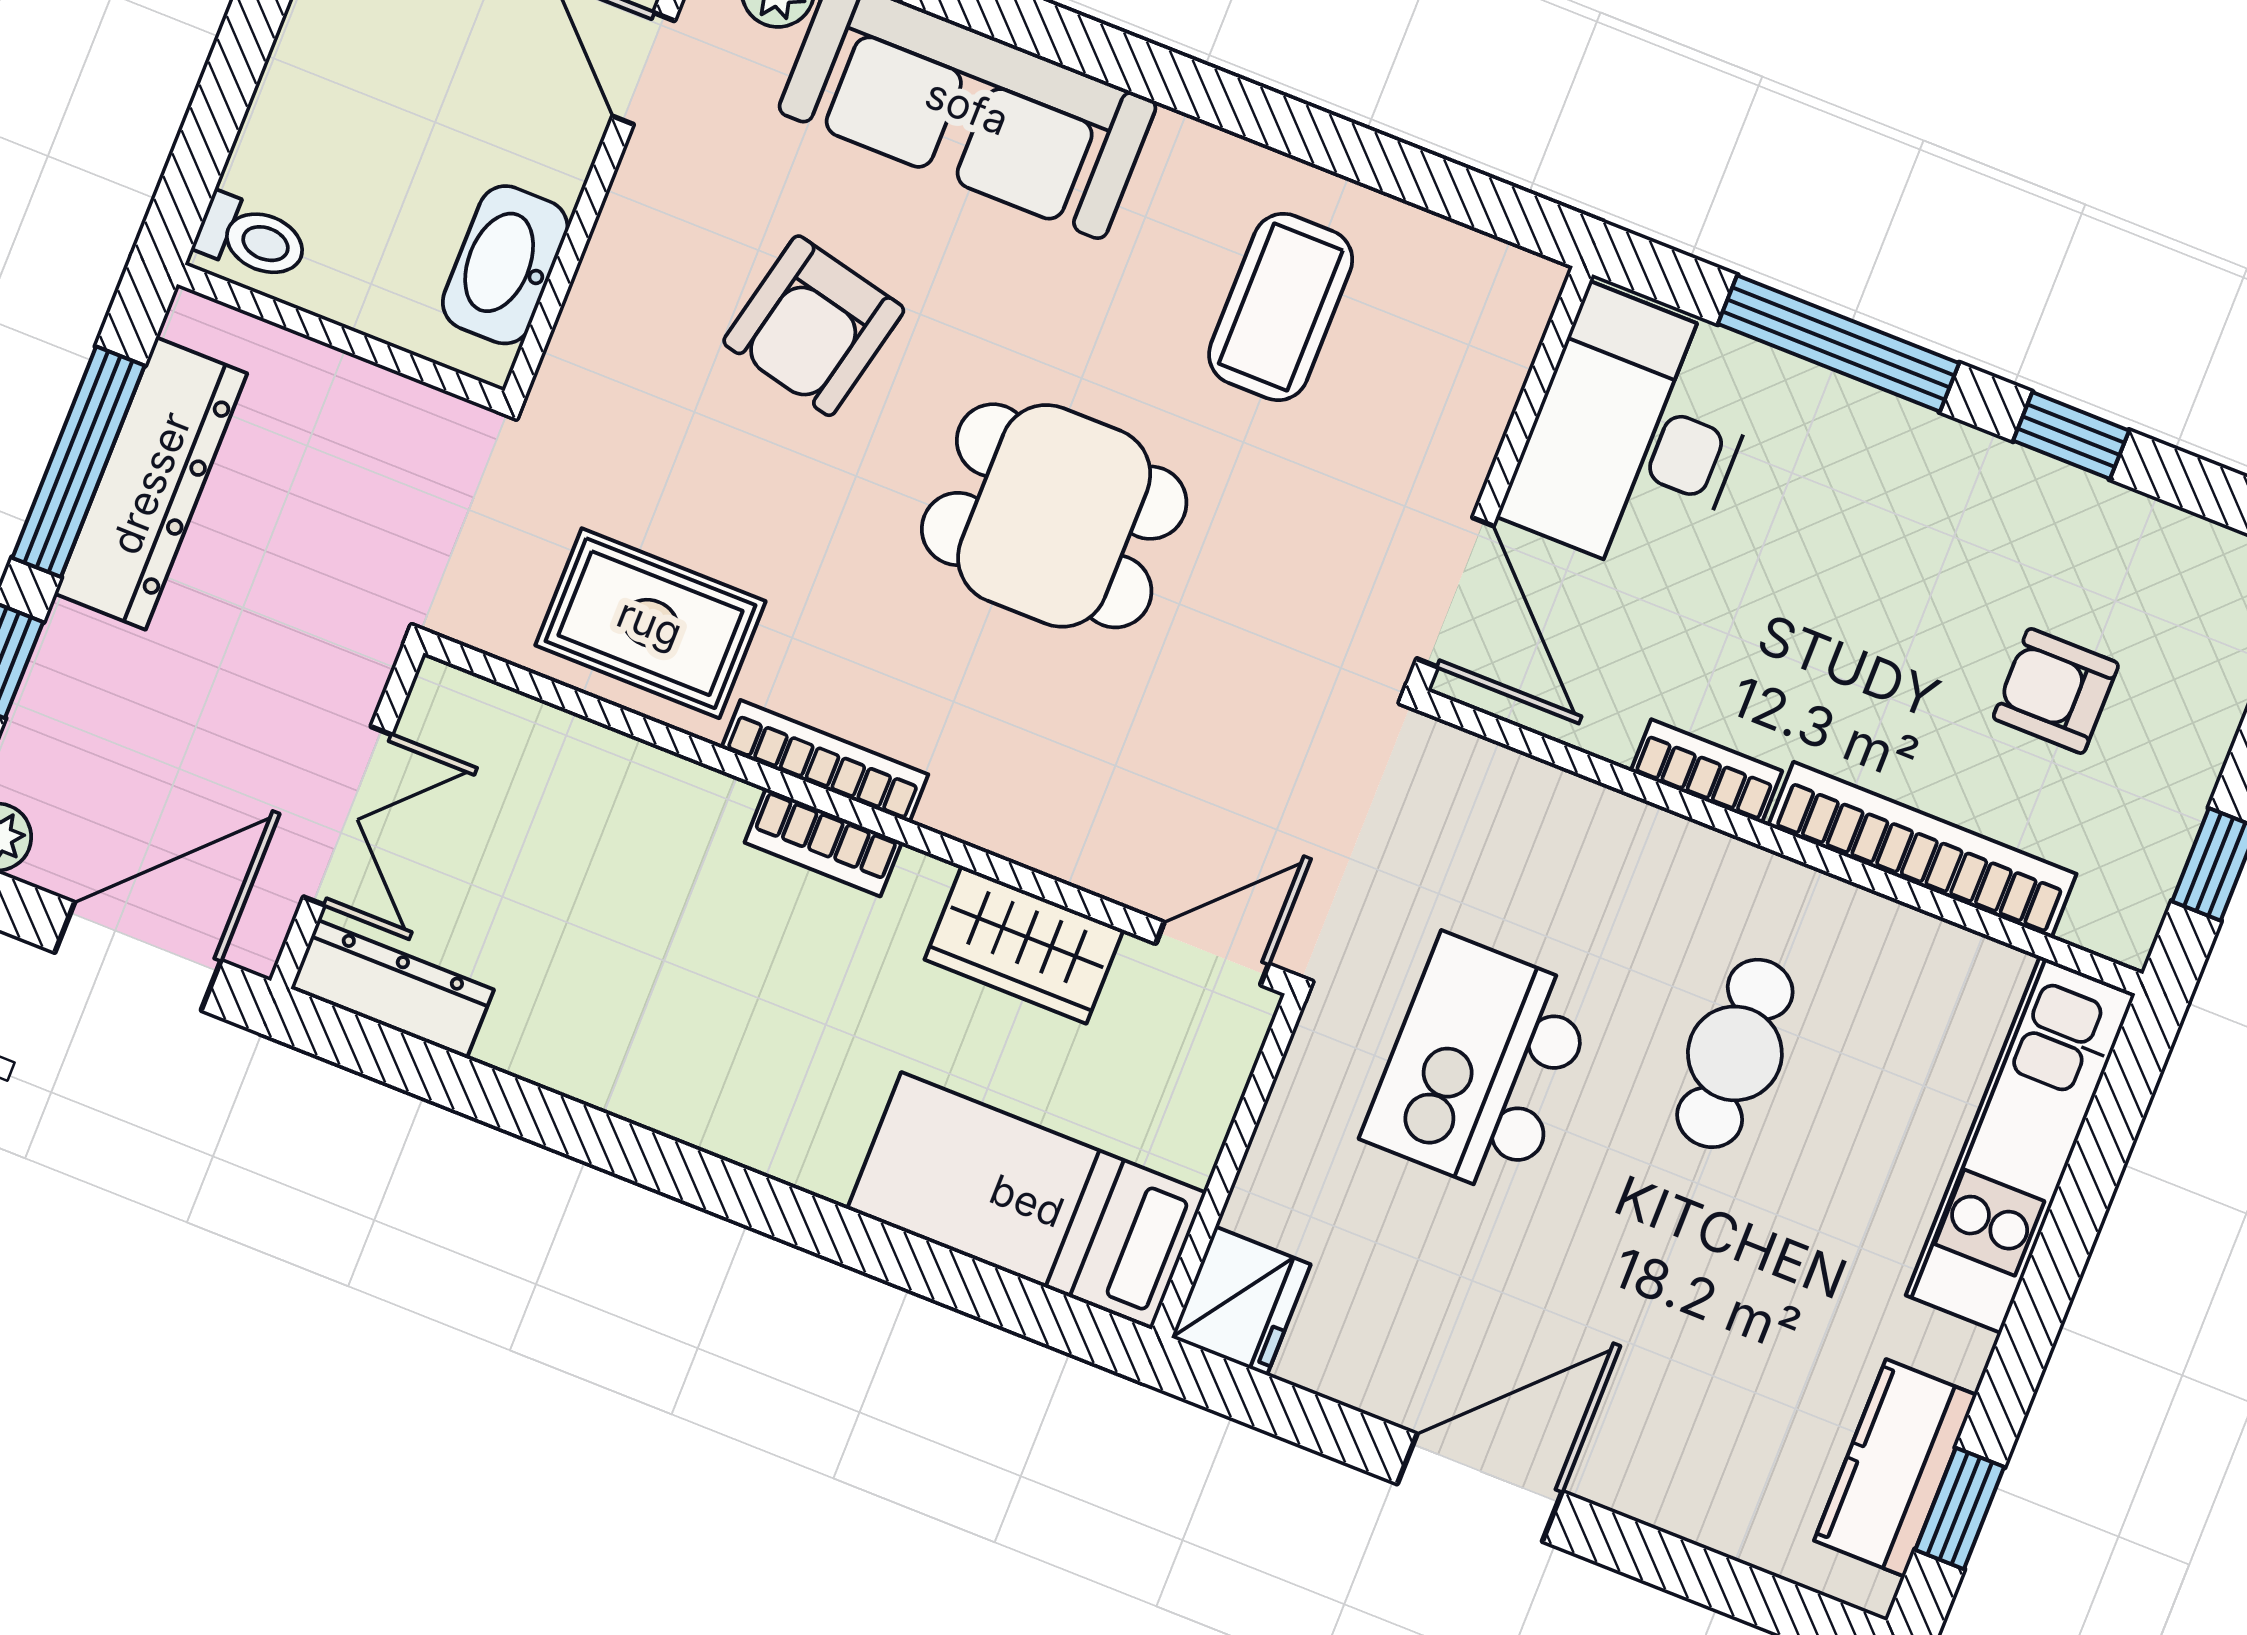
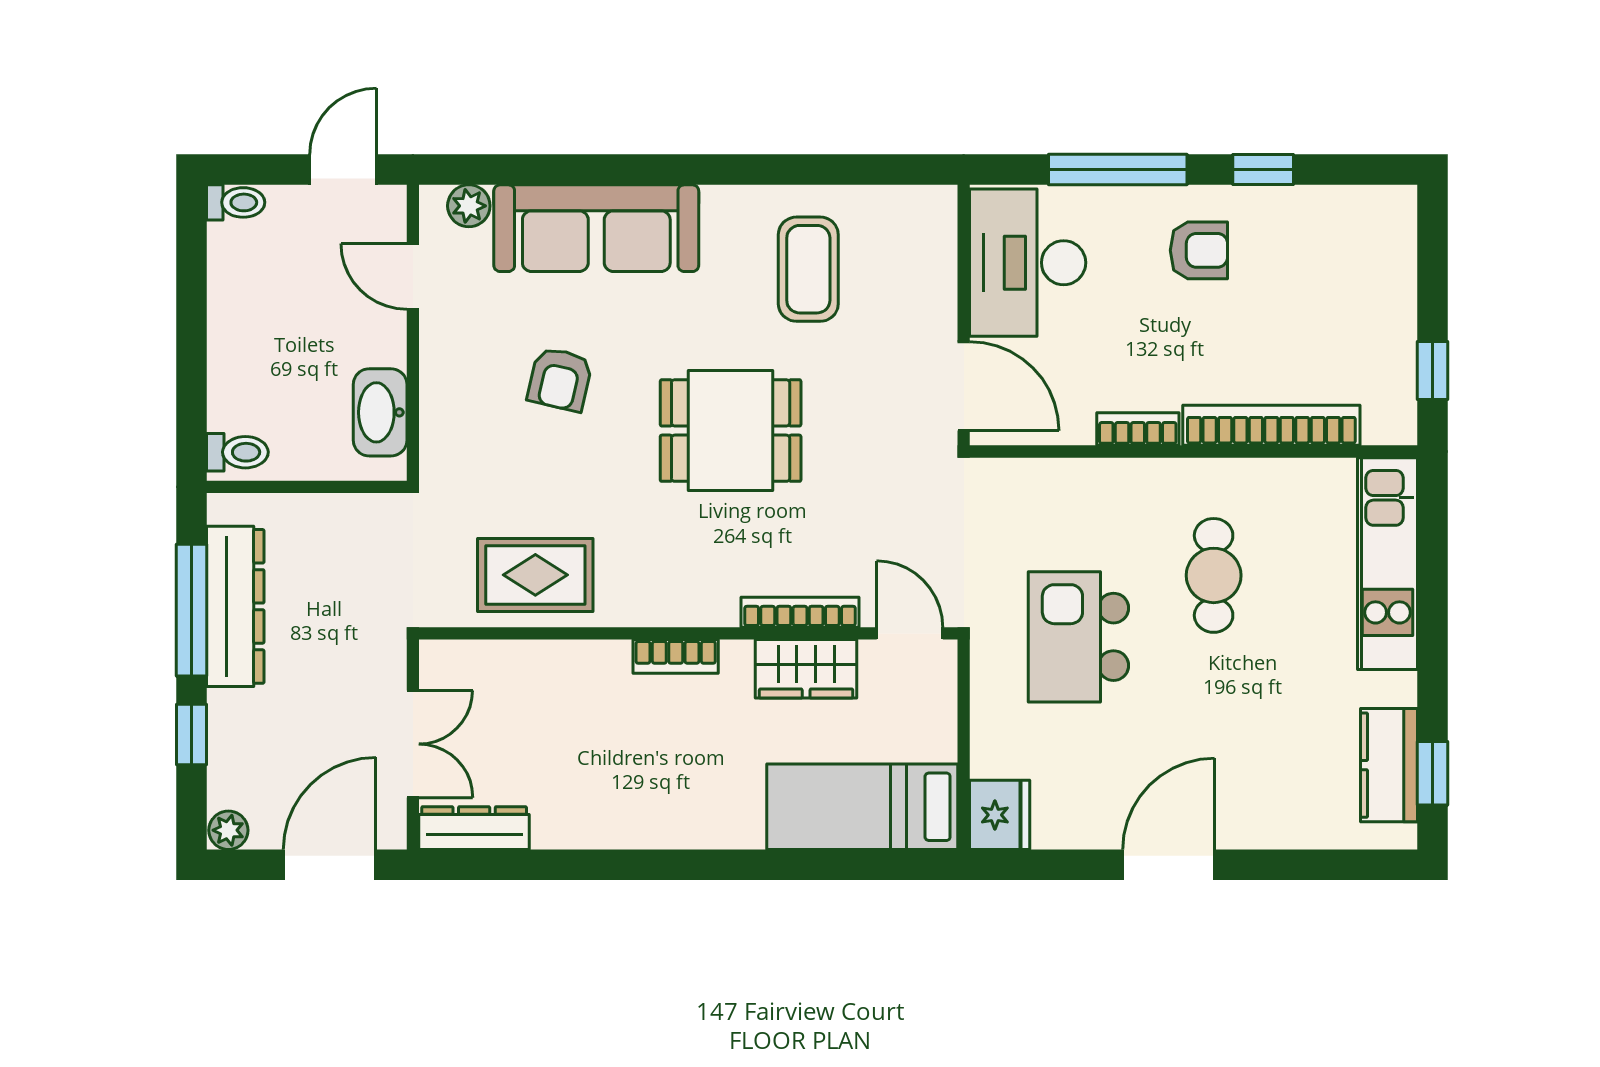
armchair: (814, 326) -> (560, 379), width x0.72, depth x0.72
armchair: (2056, 691) -> (1199, 250), moved, turned 180
bookcase: (825, 761) -> (800, 612), moved
door: (1212, 954) -> (910, 633), hinge flipped

